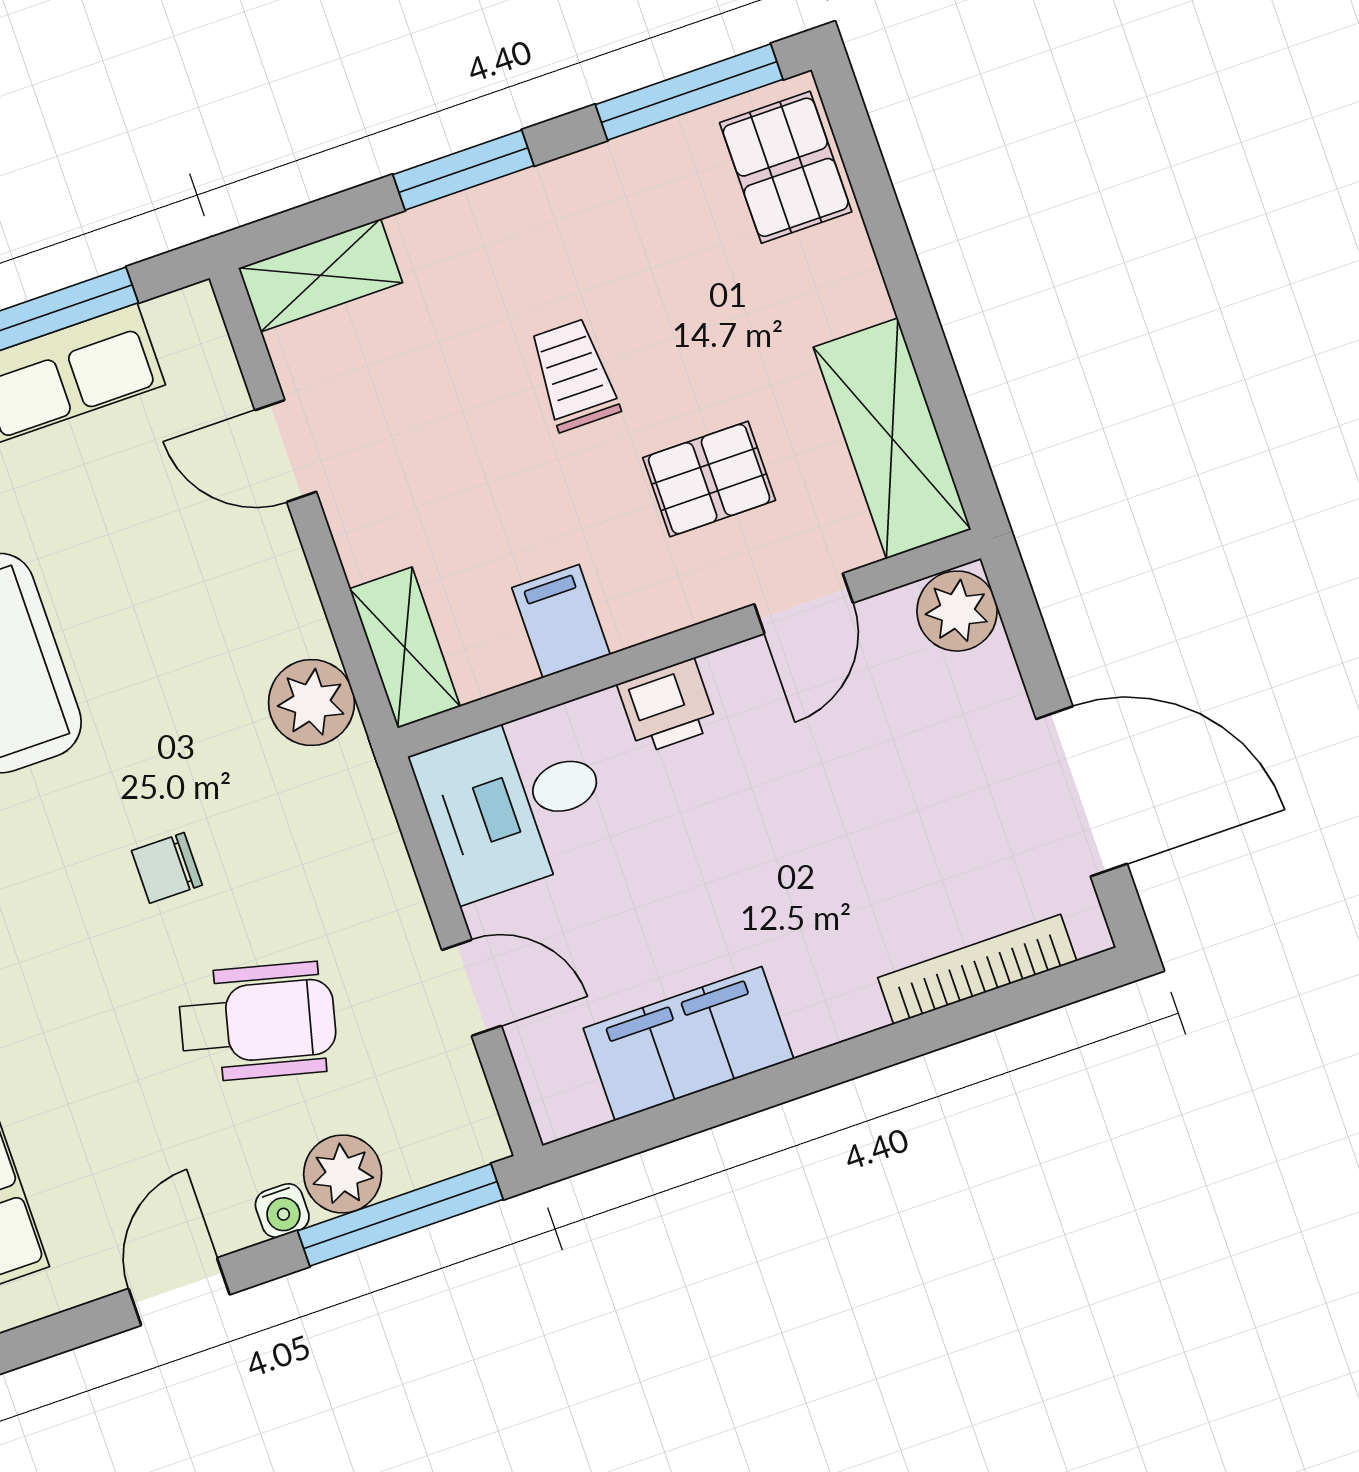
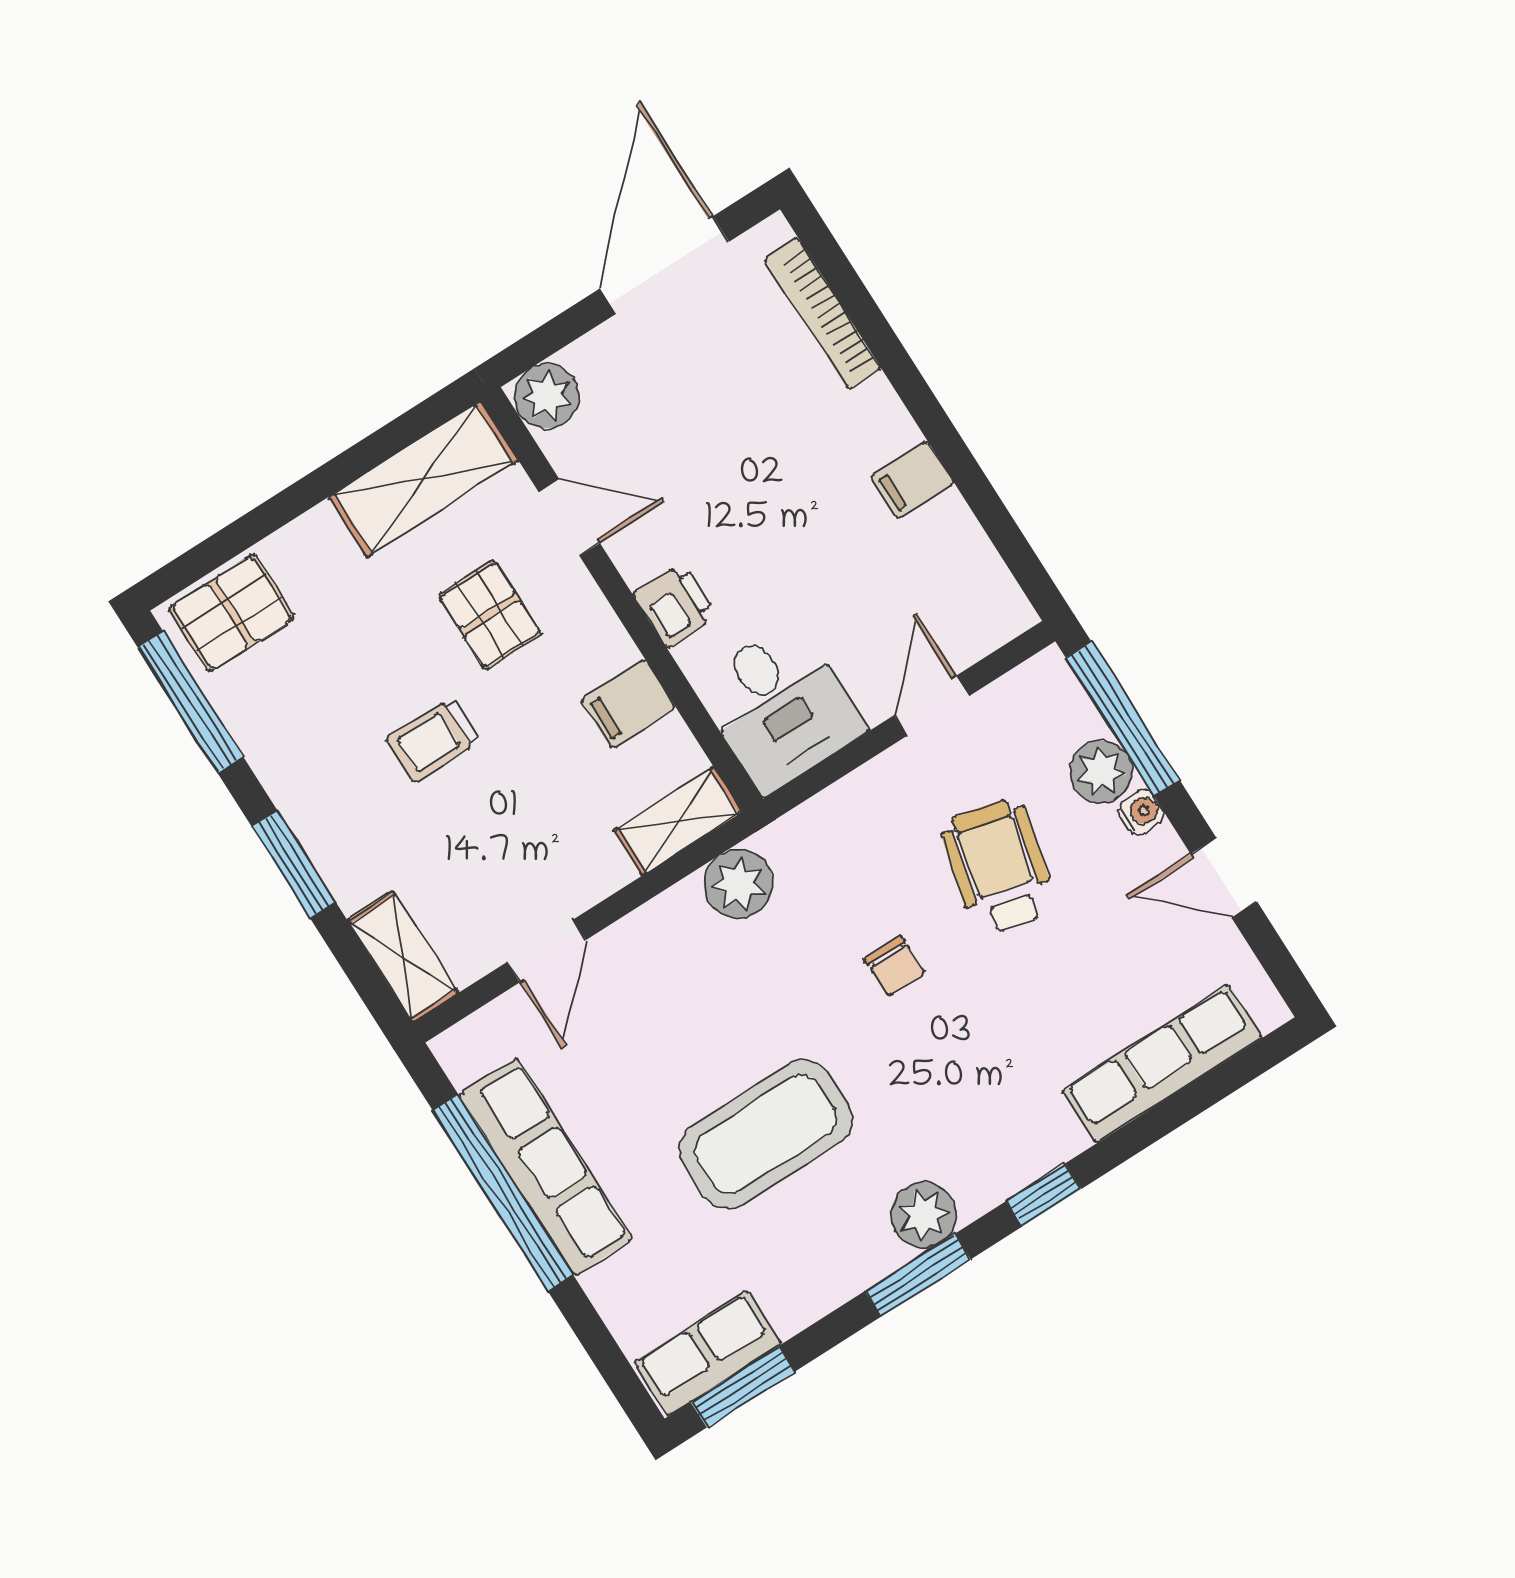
filing cabinet: (689, 1044) -> (912, 480), width x0.33, depth x0.86

